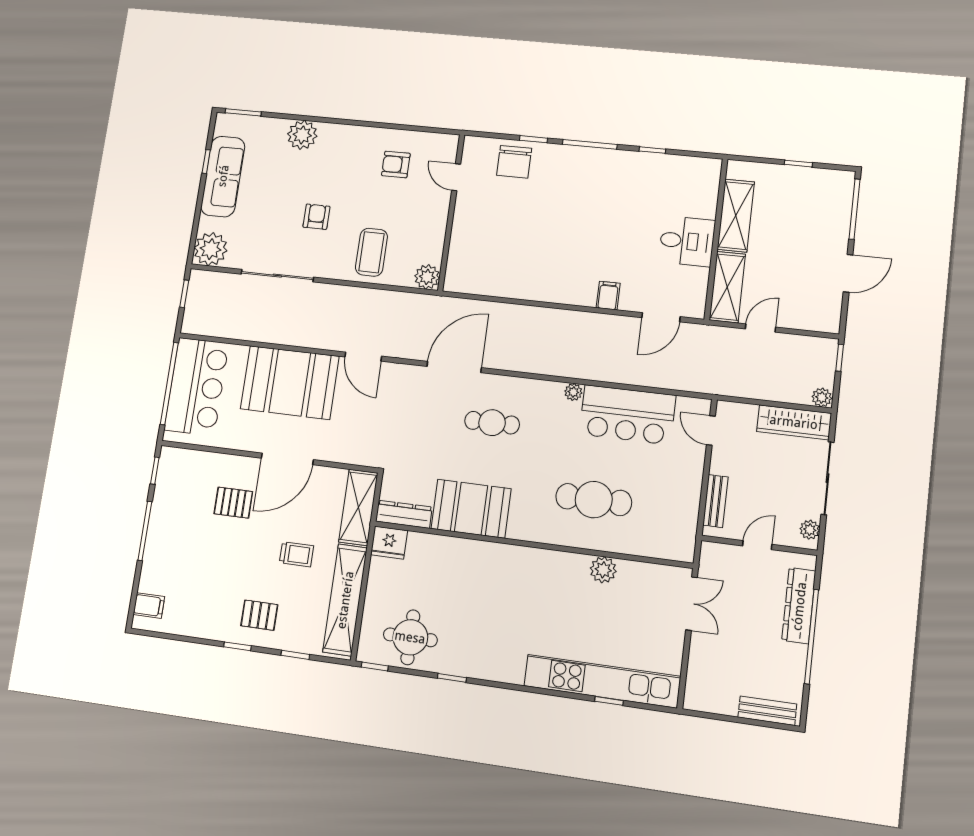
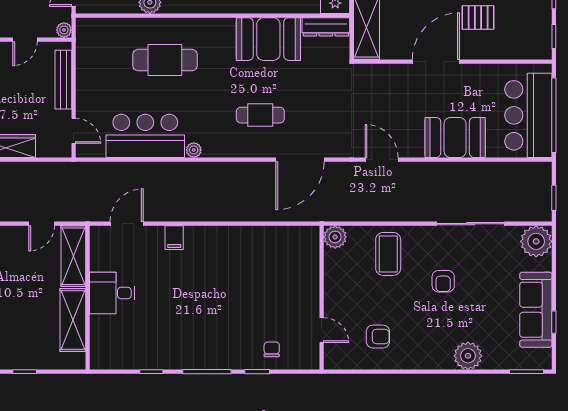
chair: (514, 162) -> (272, 349), width x0.54, depth x0.54
booth: (290, 383) -> (455, 137), width x0.73, depth x0.70
bench: (715, 501) -> (63, 80), width x1.36
plant: (709, 550) -> (64, 30), added

